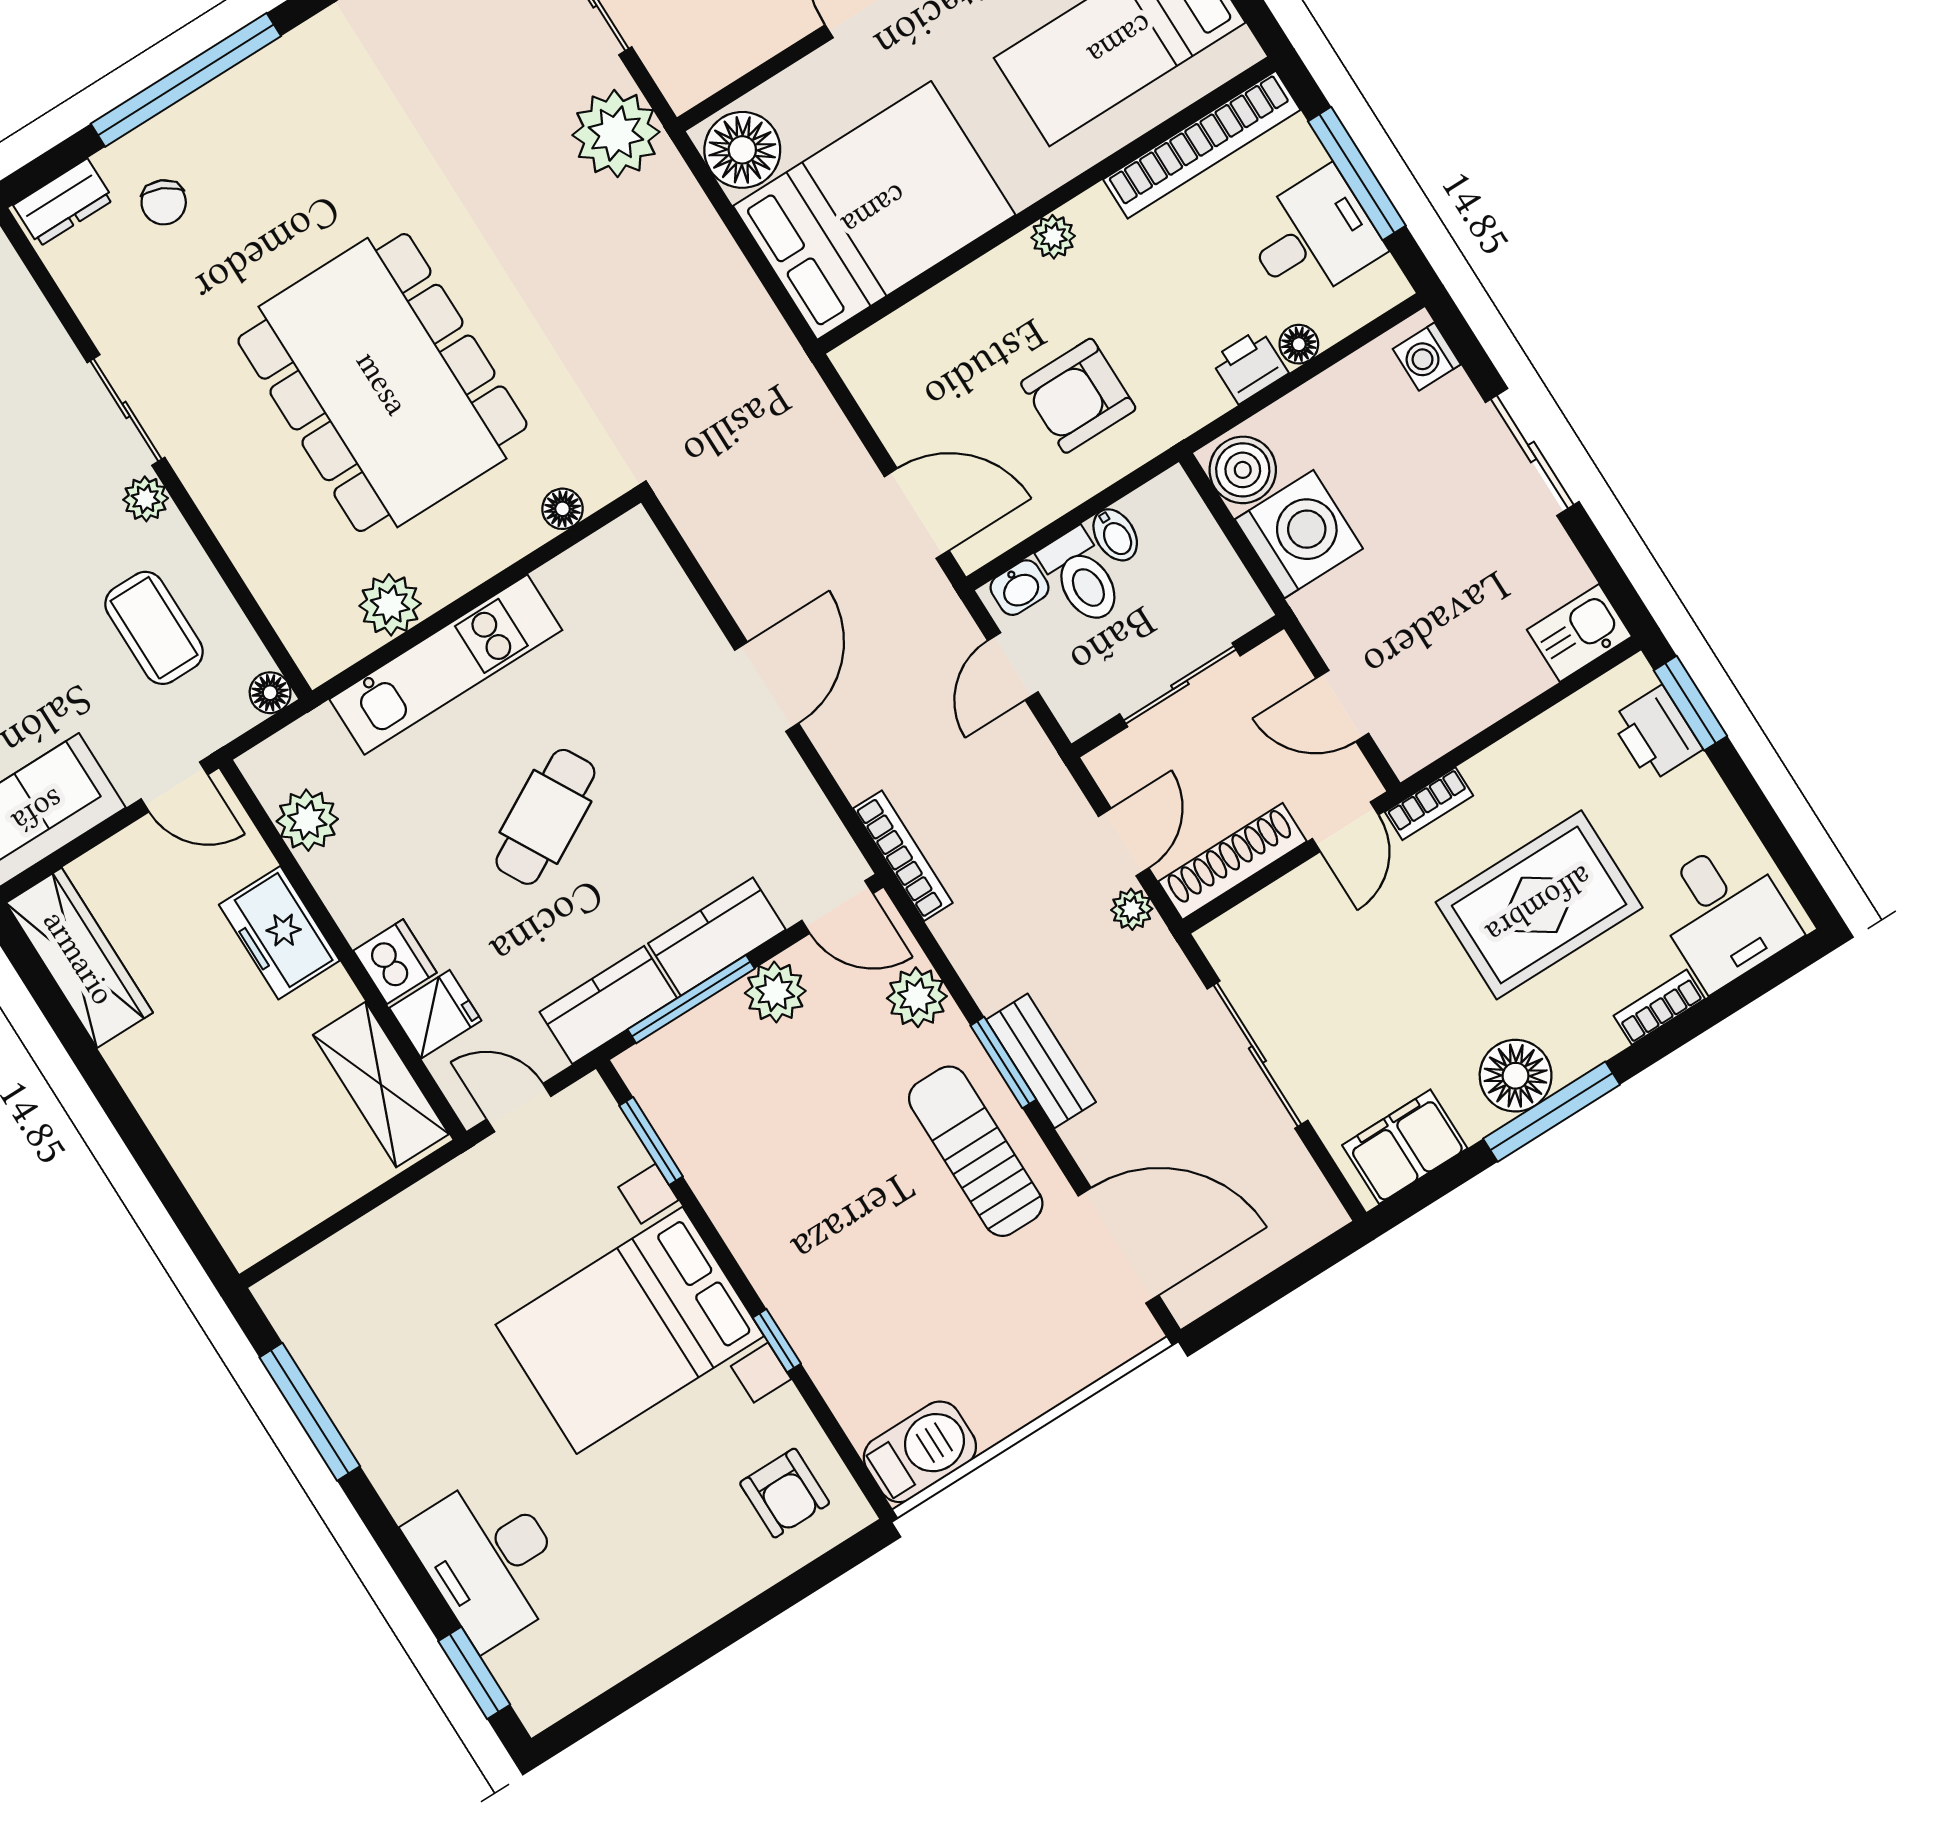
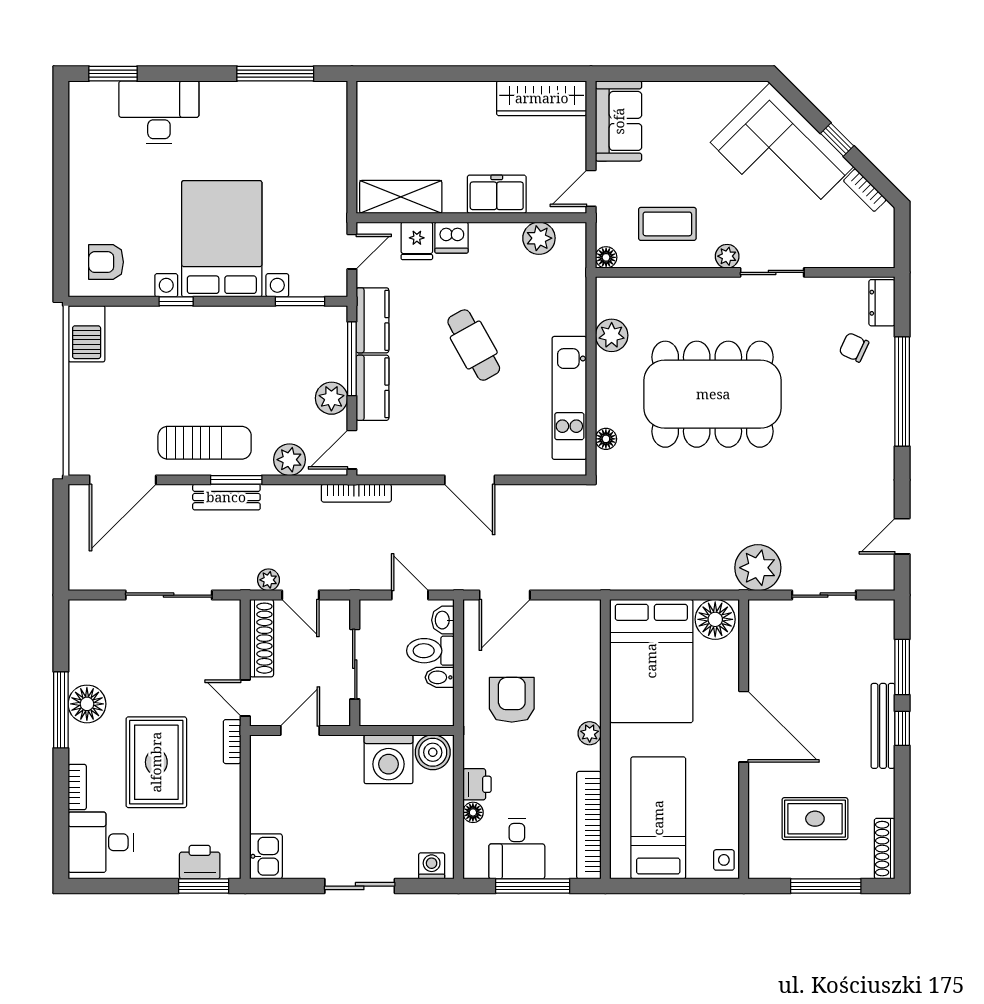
kitchen unit: (446, 665) -> (569, 398), moved
filing cabinet: (1405, 1147) -> (86, 635), removed

